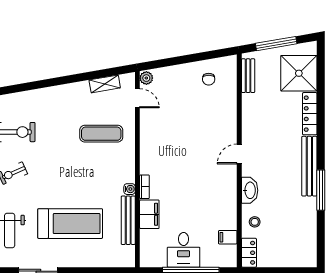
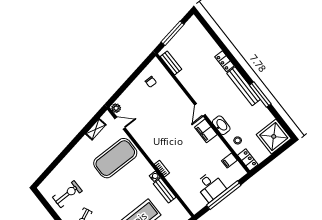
shower: (299, 73) -> (274, 136), moved
locker: (310, 114) -> (224, 61), width x0.66
exercise mat: (101, 134) -> (115, 158), width x2.00, depth x1.45
filing cabinet: (149, 214) -> (206, 131), moved, turned 180
bench: (128, 220) -> (165, 190), width x0.73

